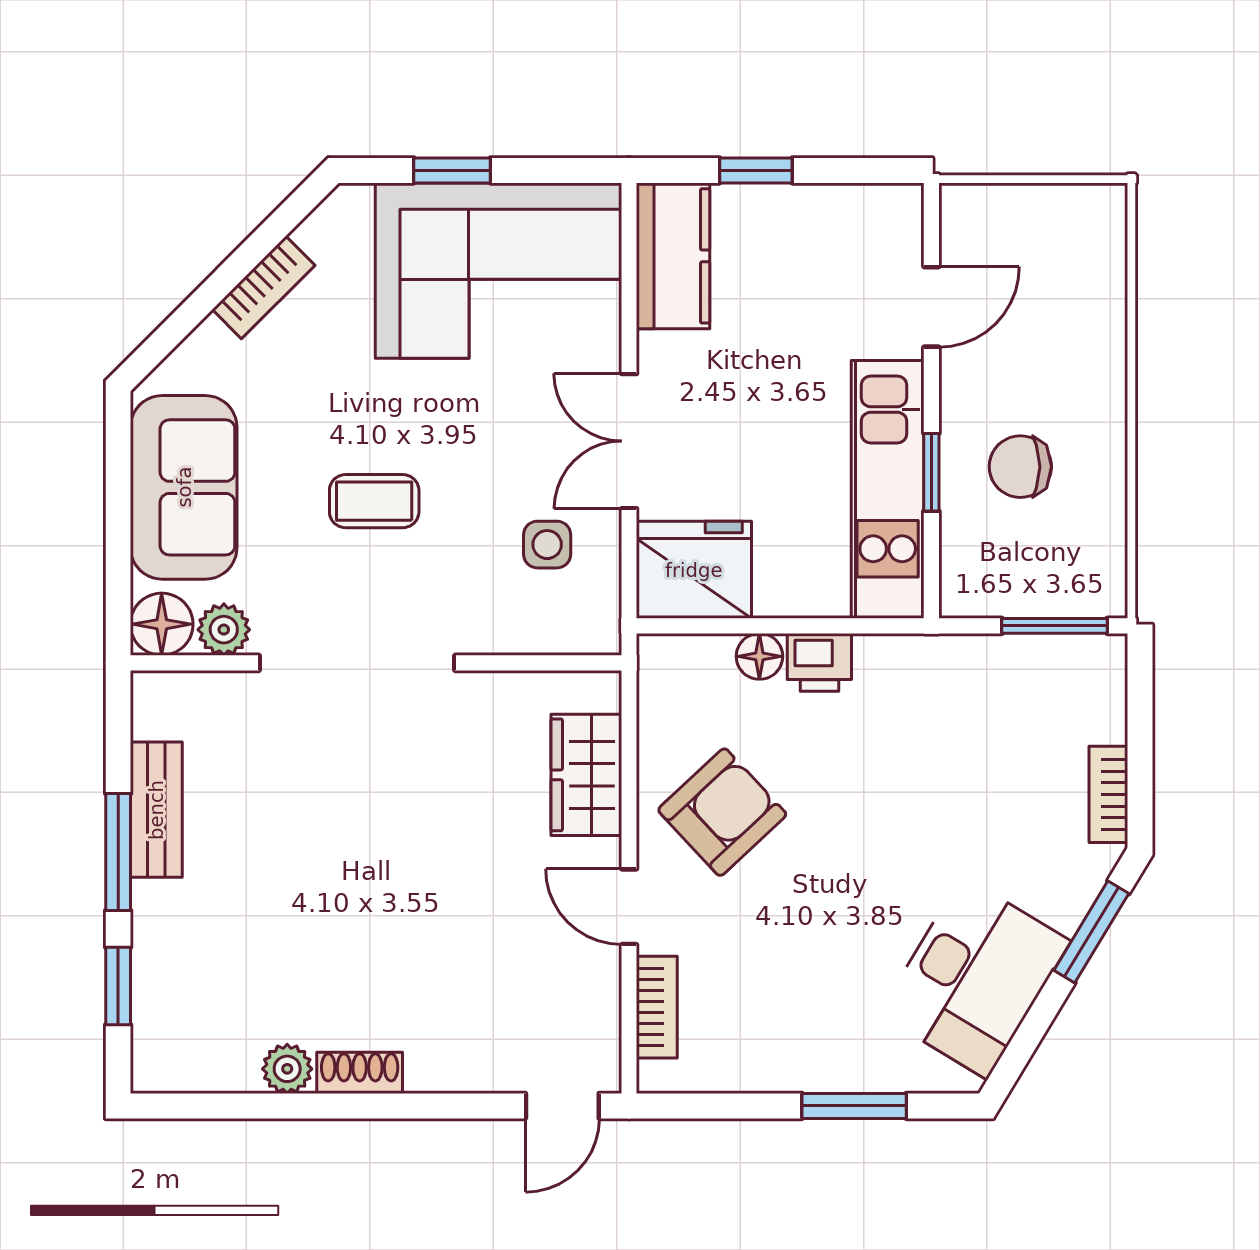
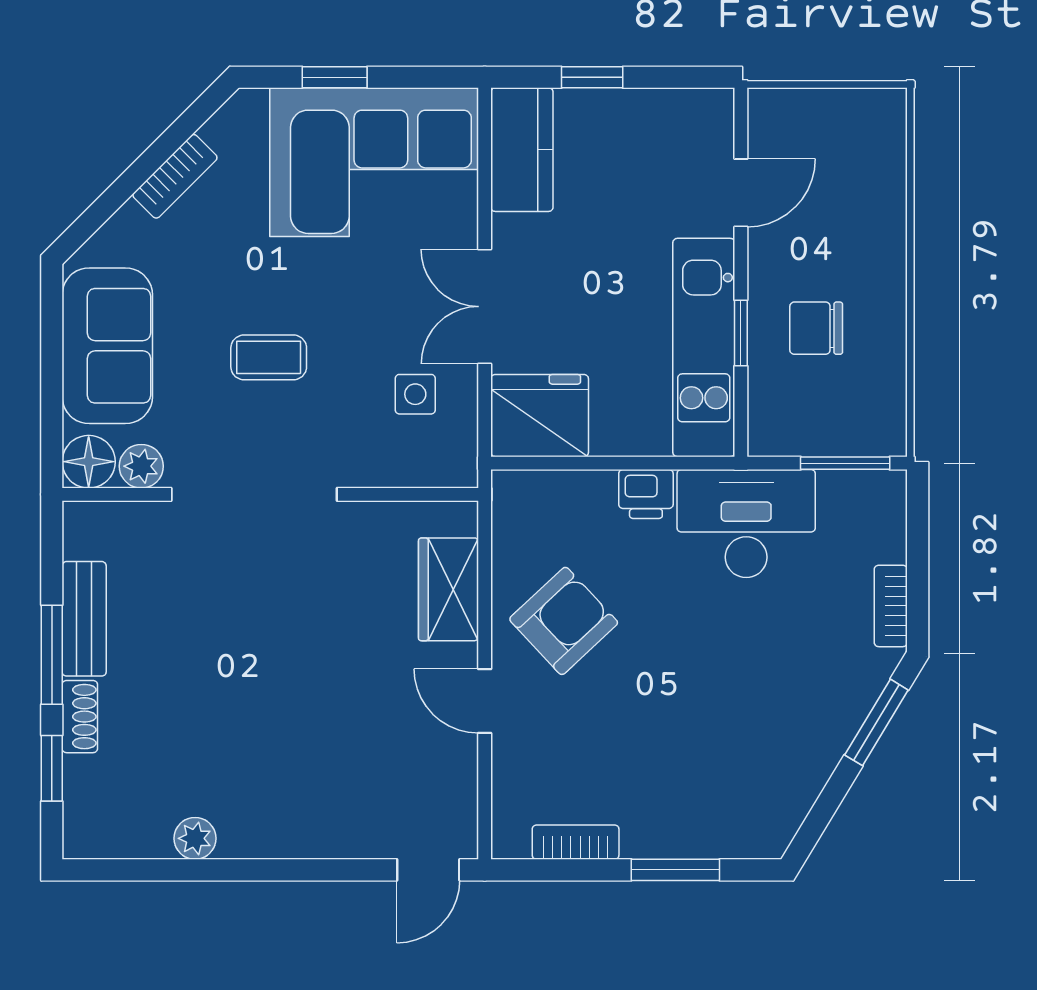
floor lamp: (759, 656) -> (595, 489), removed
desk: (975, 978) -> (746, 524), moved, turned -121
bookcase: (657, 1007) -> (576, 842), moved, turned -90
shoe rack: (360, 1073) -> (80, 717), moved, turned 90

